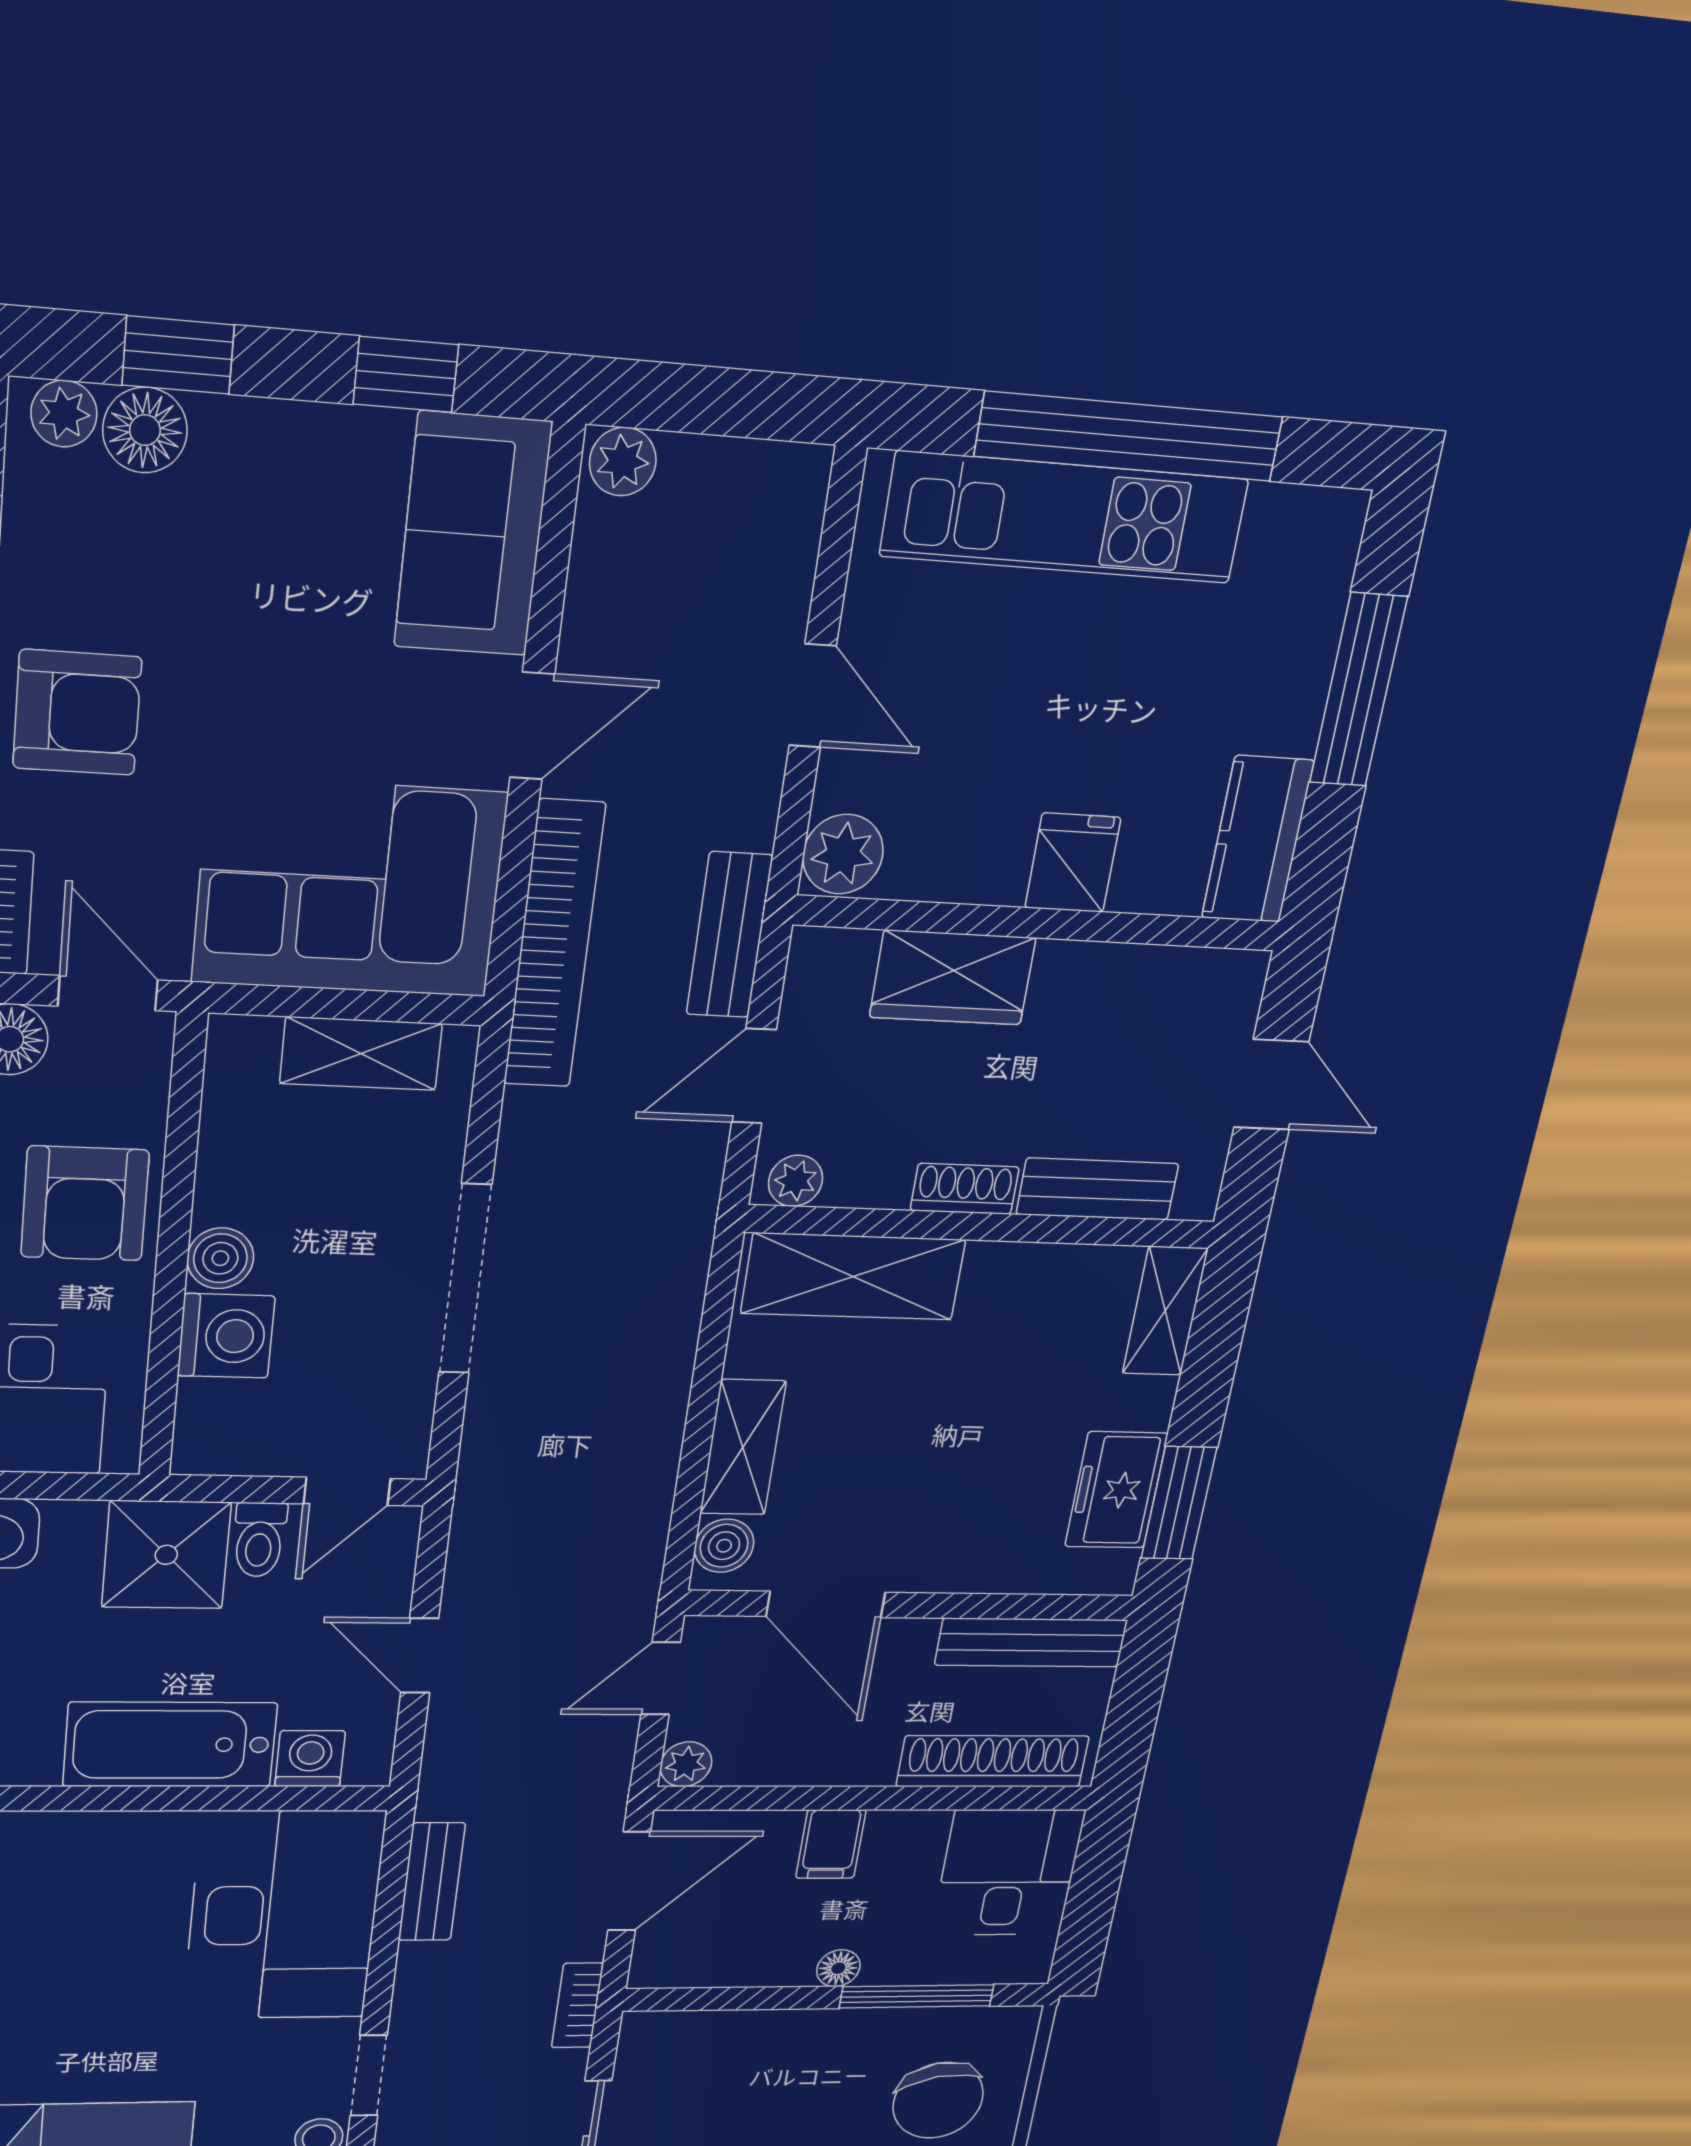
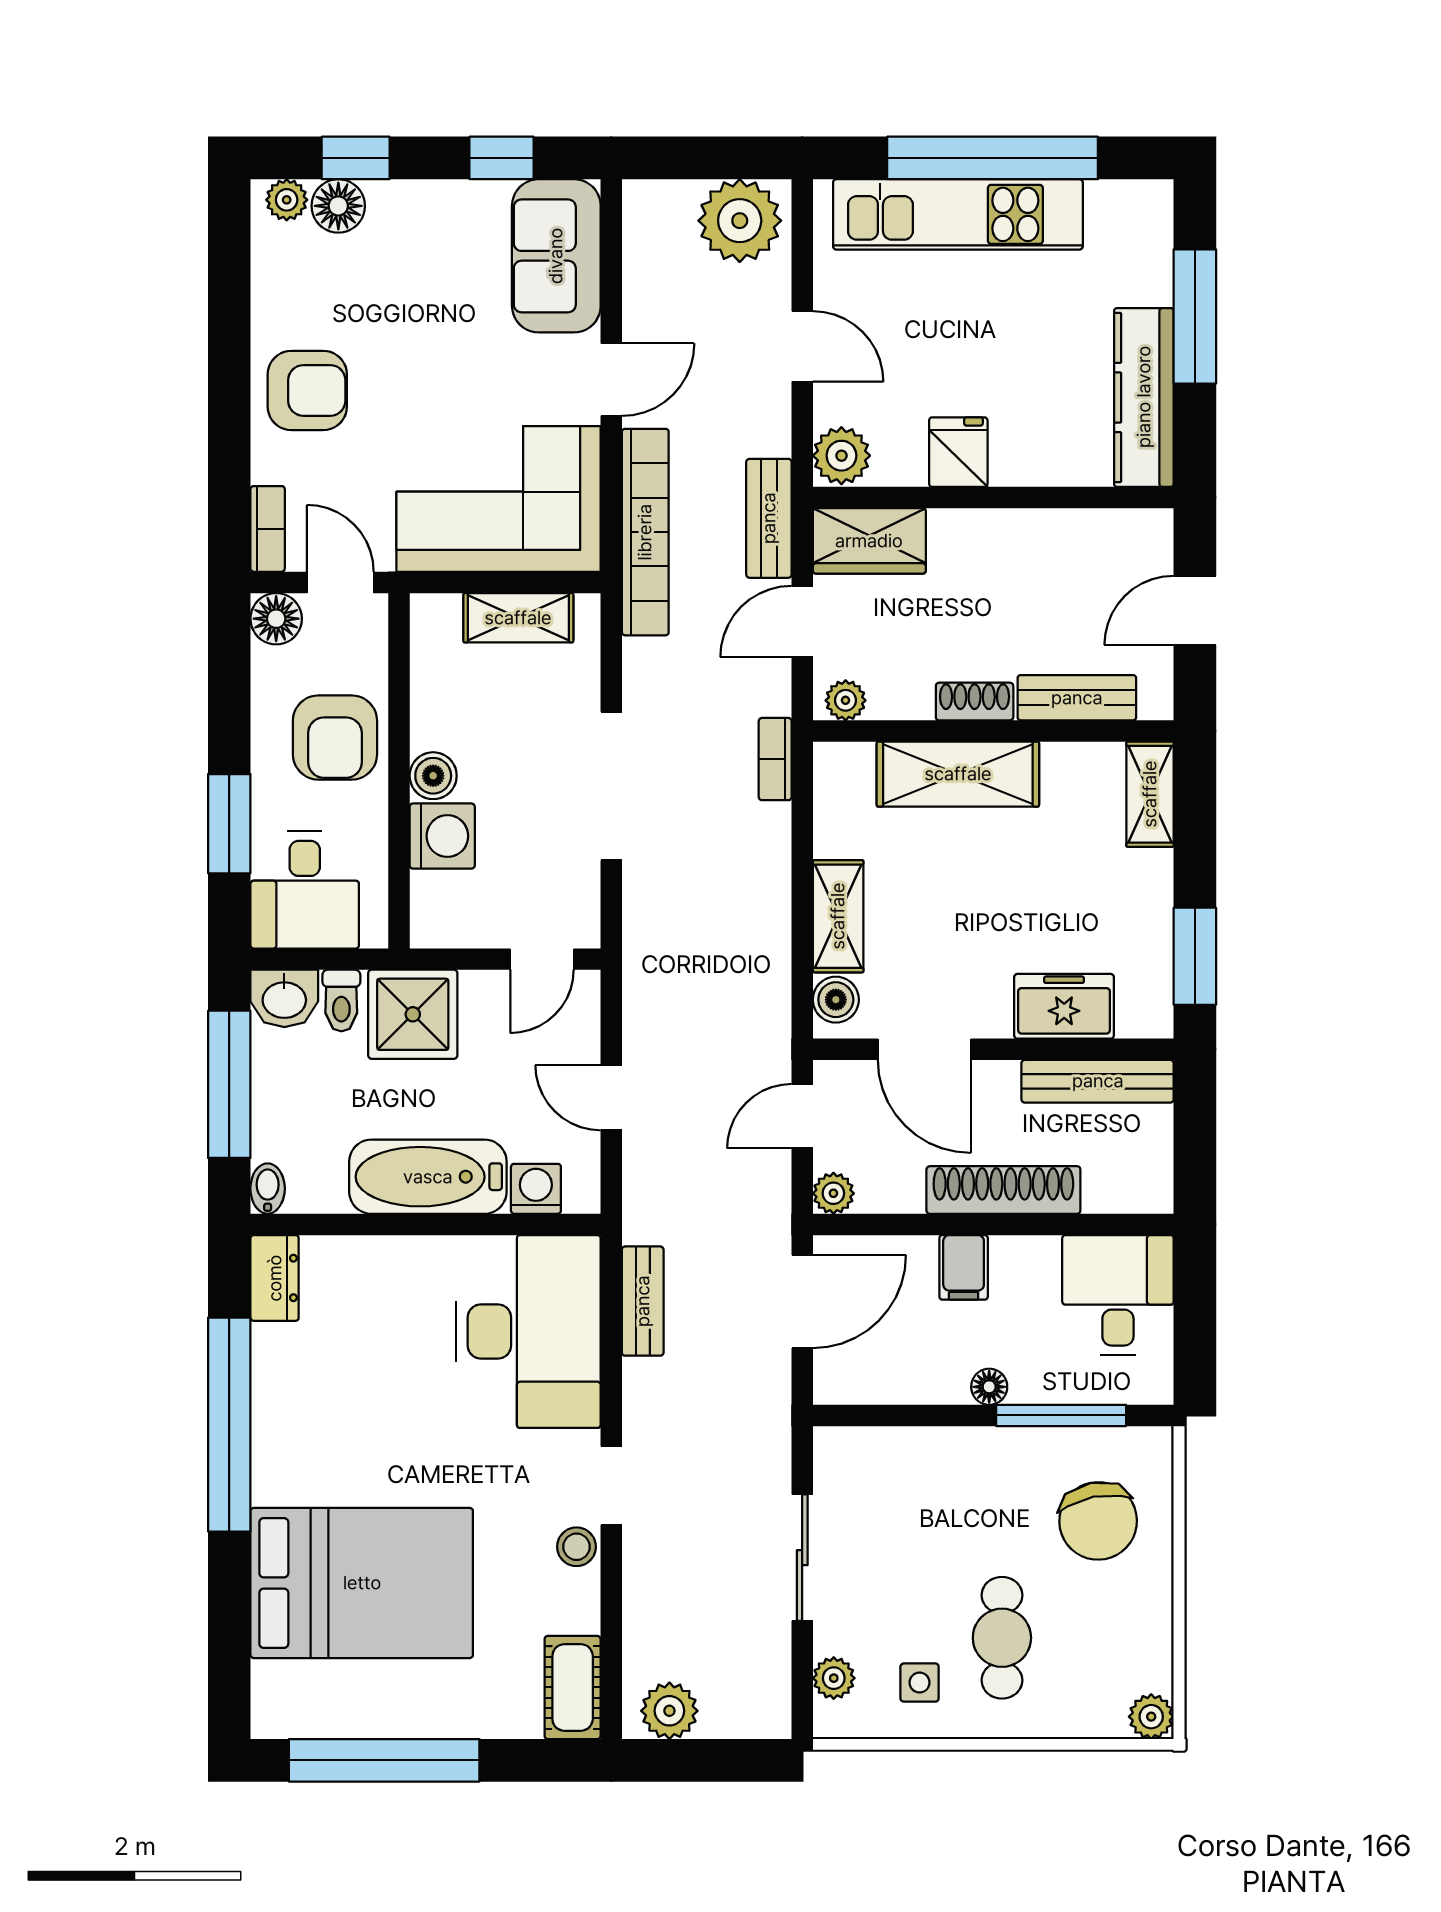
plant: (623, 462) -> (740, 221), moved, width x1.88, depth x1.88
kitchen counter: (1258, 839) -> (1144, 397), width x1.50
fridge: (1073, 863) -> (958, 452), moved
wardrobe: (953, 978) -> (869, 541), moved
door: (1271, 1085) -> (1195, 610), swing flipped
shelving: (853, 1276) -> (958, 774), moved
freezer: (1116, 1490) -> (1064, 1006), moved, turned 90
toilet: (259, 1540) -> (341, 1001), moved
shoe rack: (993, 1761) -> (1003, 1190), moved
bookcase: (577, 2005) -> (775, 759), moved

